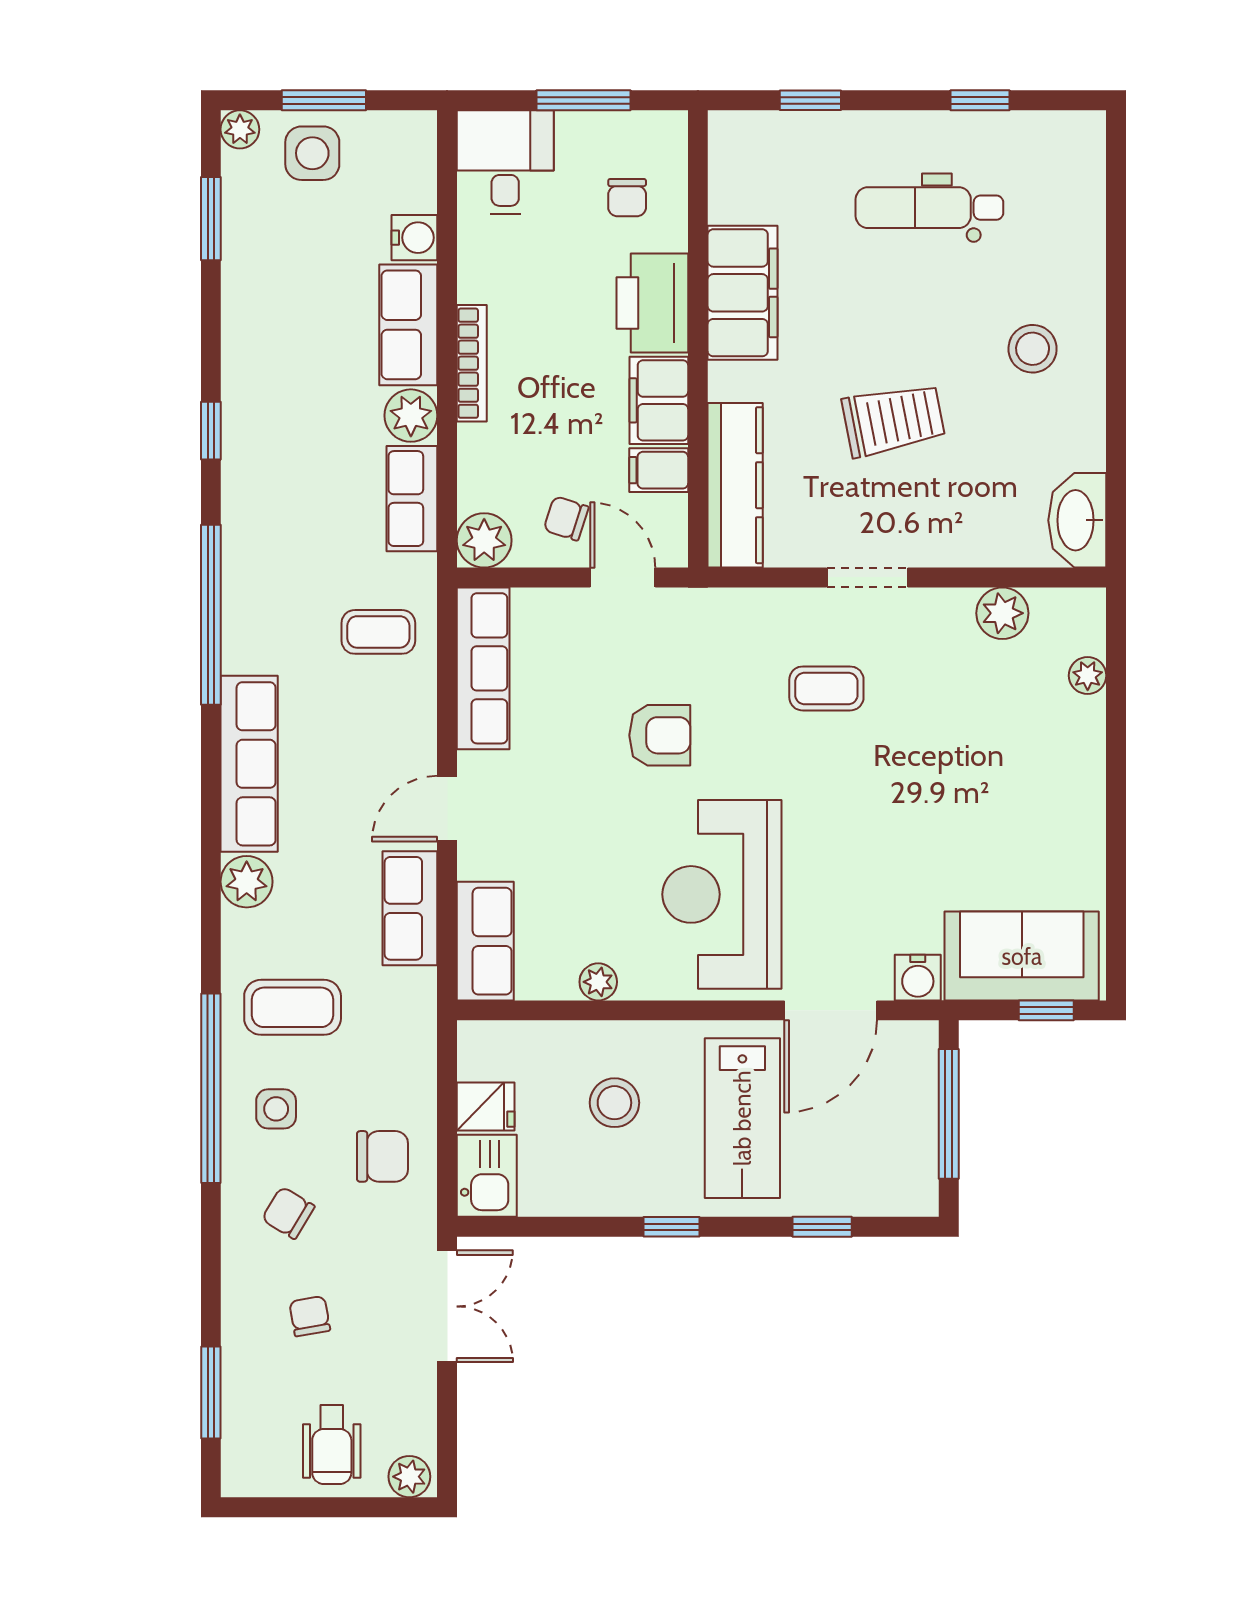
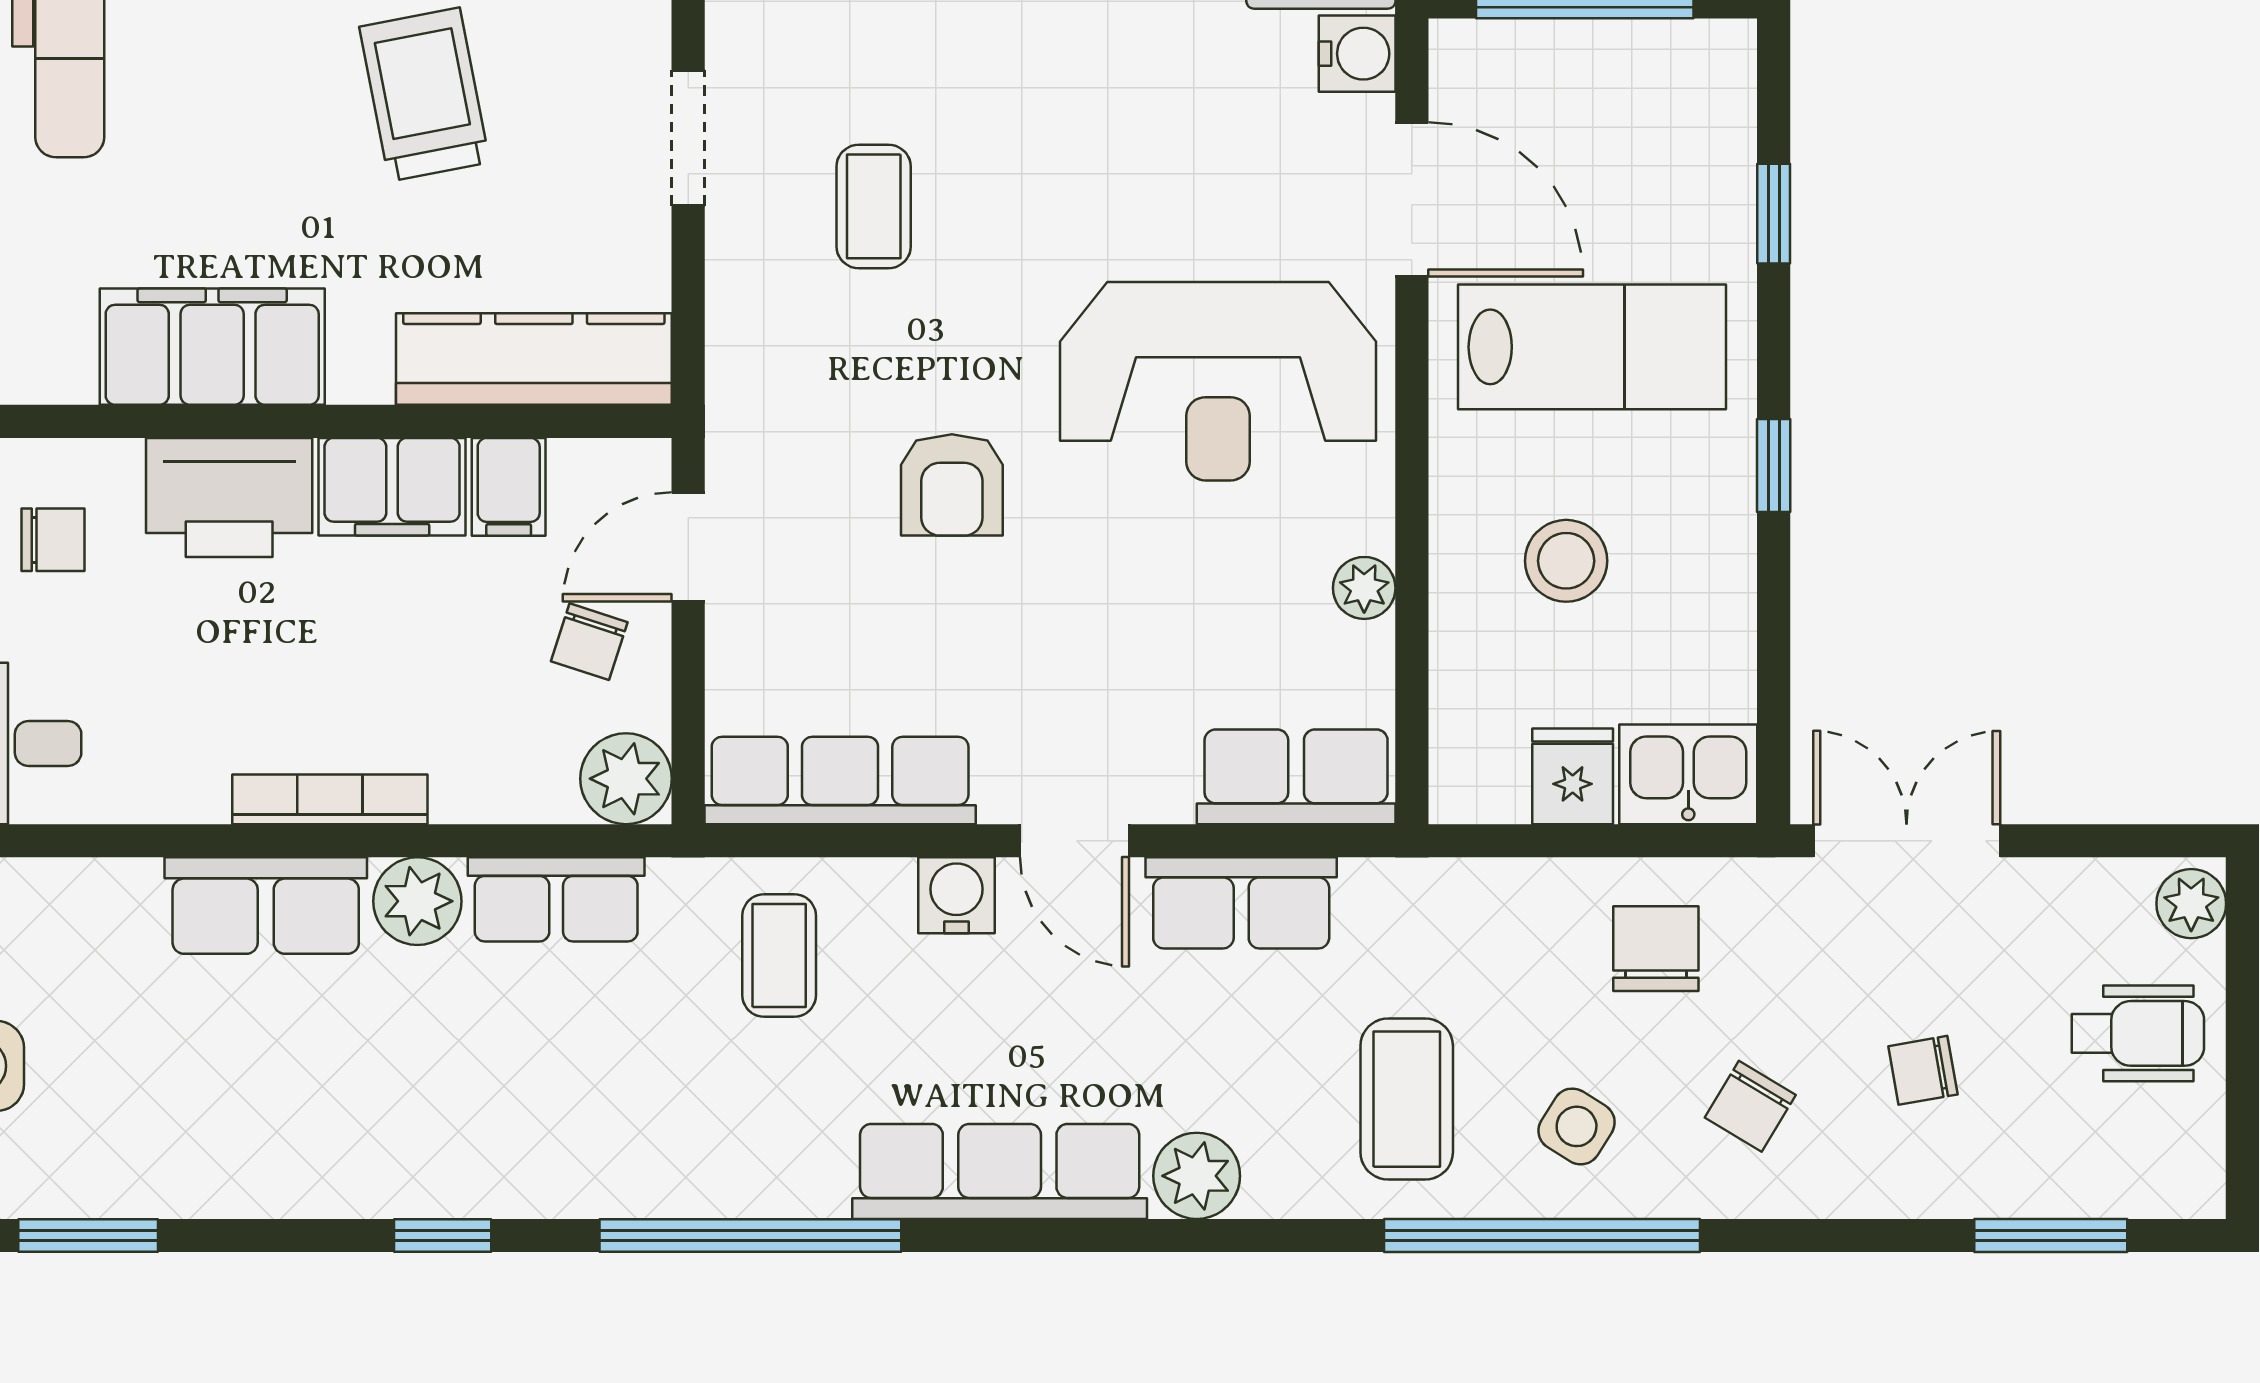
water cooler: (414, 238) -> (957, 895), moved
armchair: (660, 735) -> (952, 485), turned 180
side table: (276, 1109) -> (1577, 1126), turned 32

